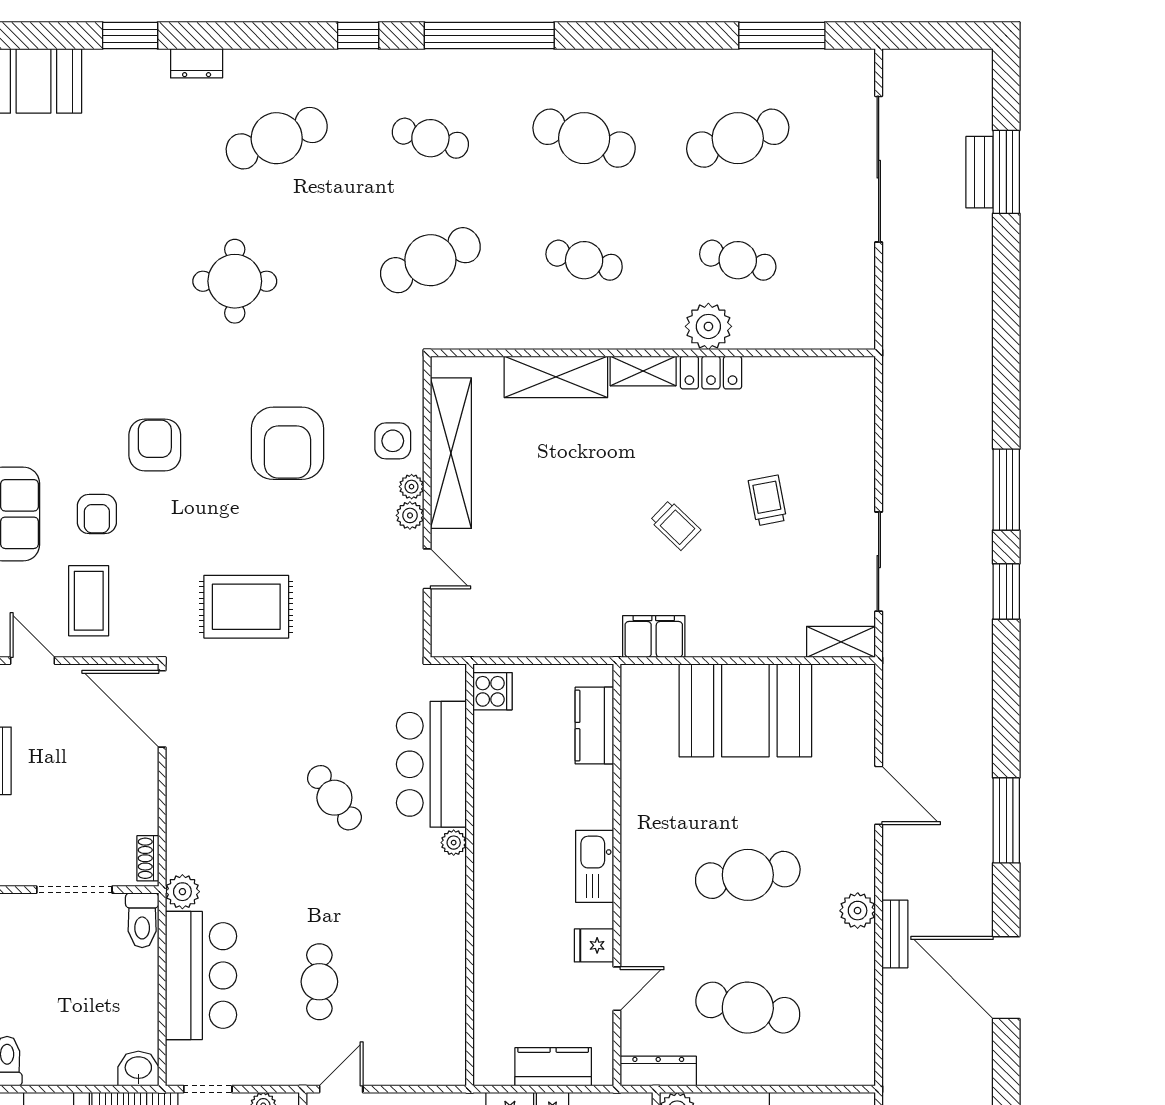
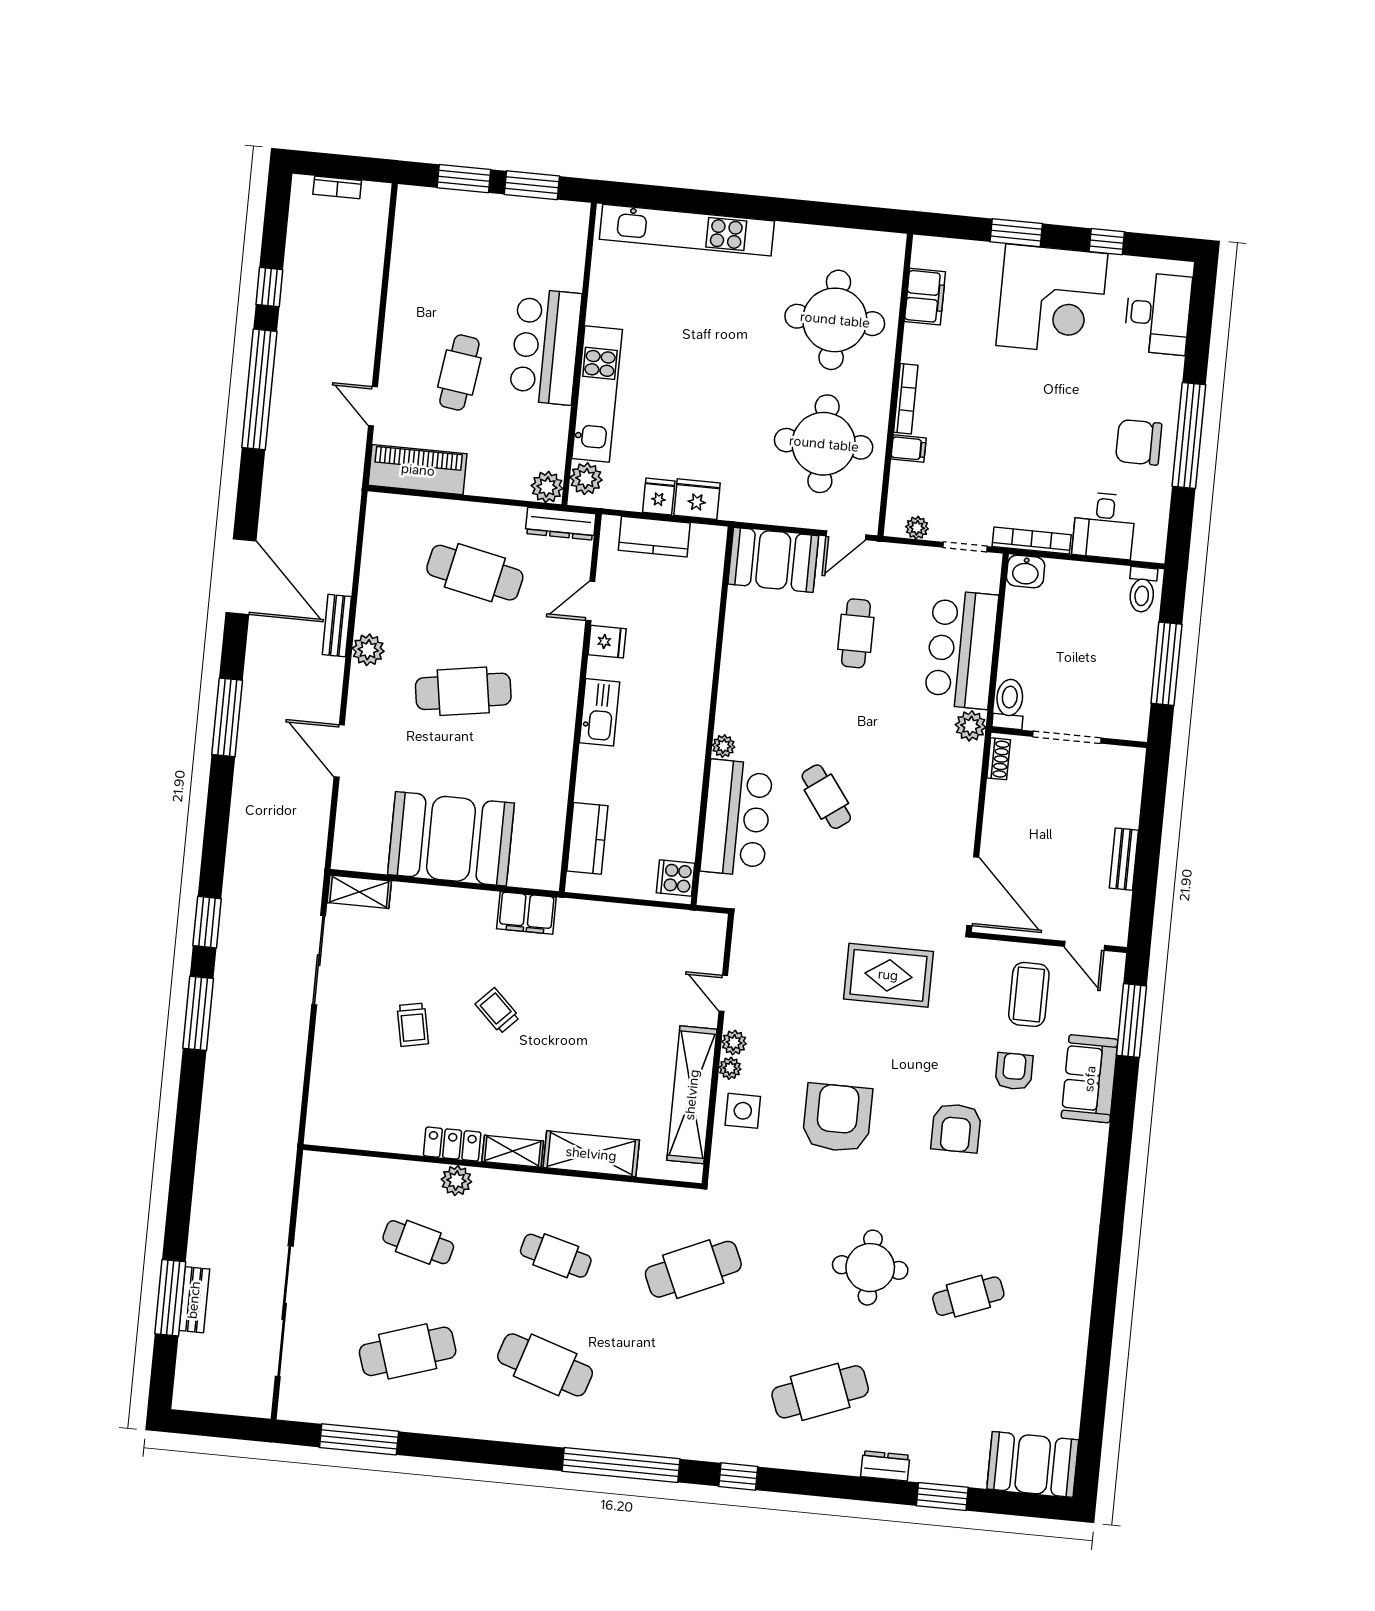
cafe table: (430, 138) -> (968, 1296), moved, turned -36
plant: (708, 326) -> (456, 1180), width x0.73, depth x0.73
booth: (419, 1054) -> (773, 560), added

